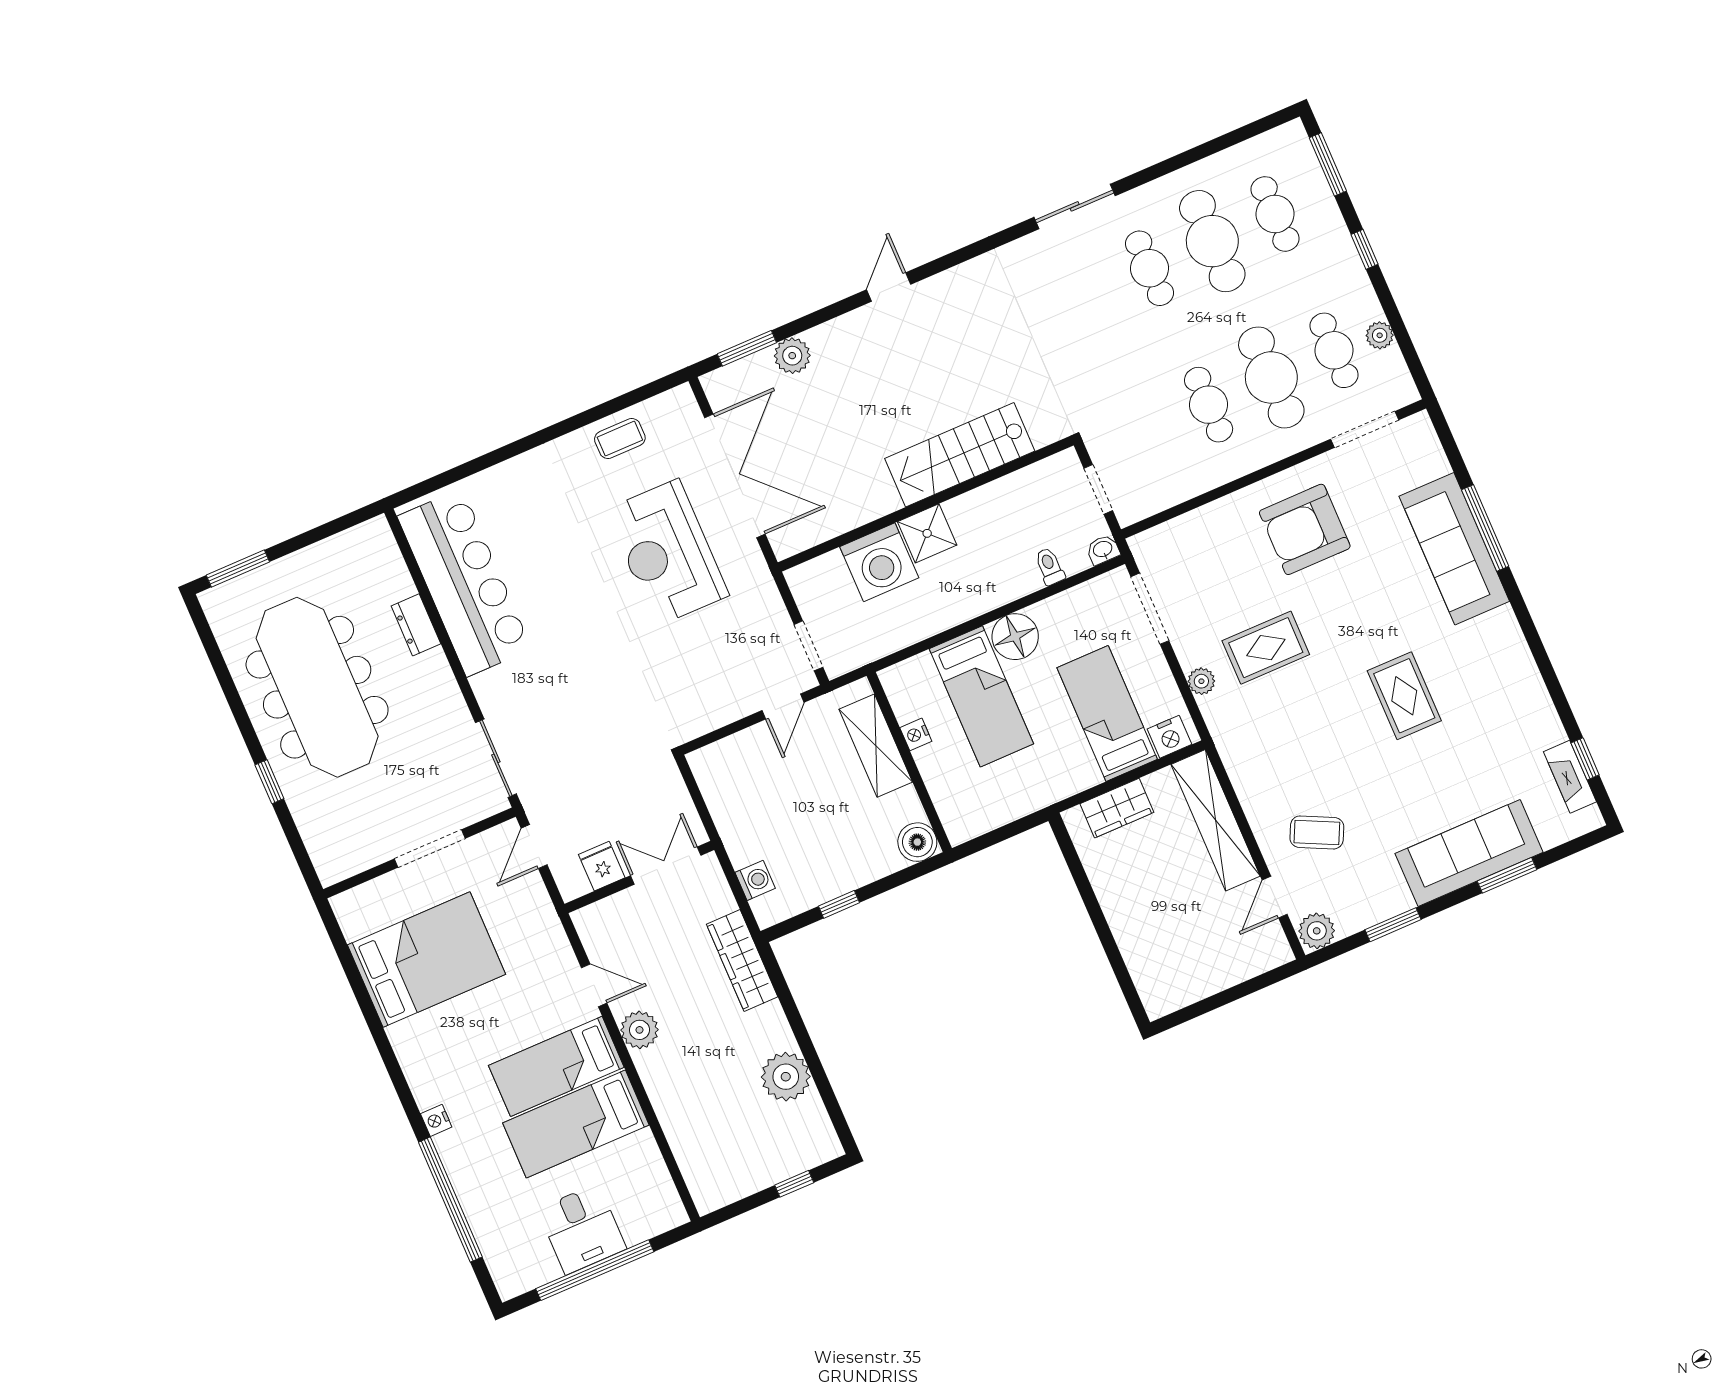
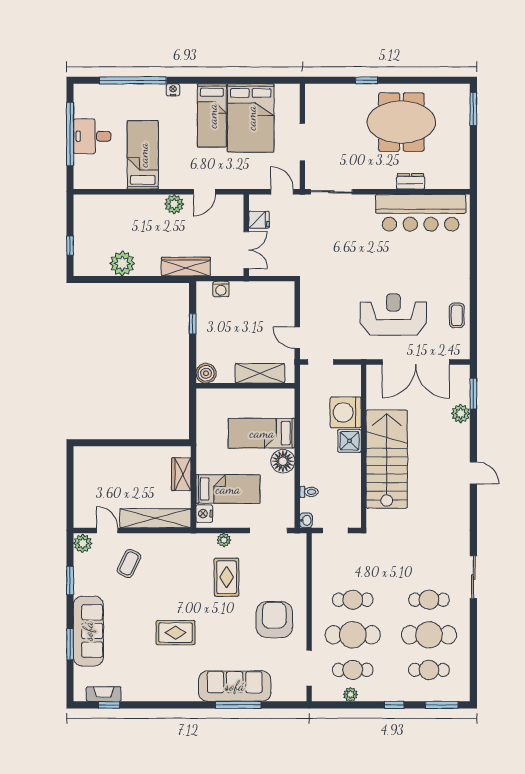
stairs: (960, 455) -> (387, 459), width x1.36, depth x1.51
meeting table: (317, 687) -> (401, 122), width x0.73
nightstand: (916, 734) -> (257, 395), removed
bed: (556, 1066) -> (212, 116), moved, turned 180

